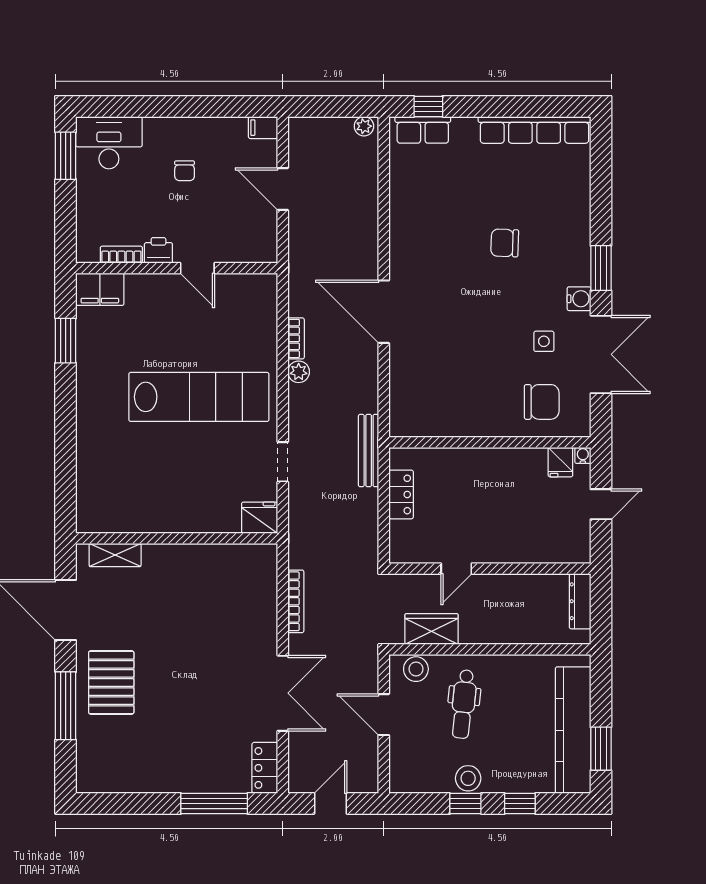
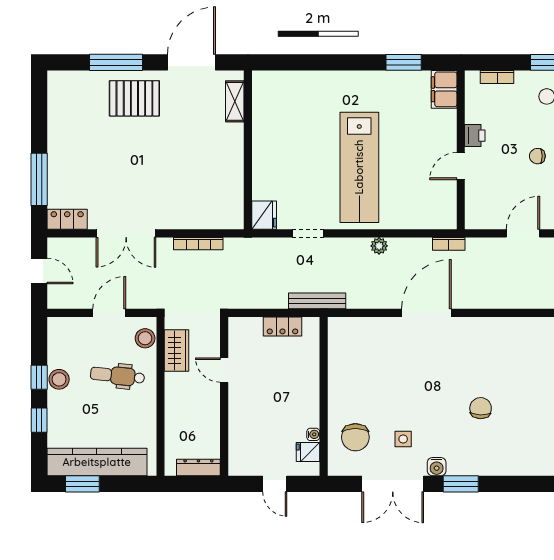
bookcase: (121, 255) -> (497, 77), moved, turned 90
bookcase: (296, 338) -> (449, 244), moved
water cooler: (583, 455) -> (313, 434), moved

